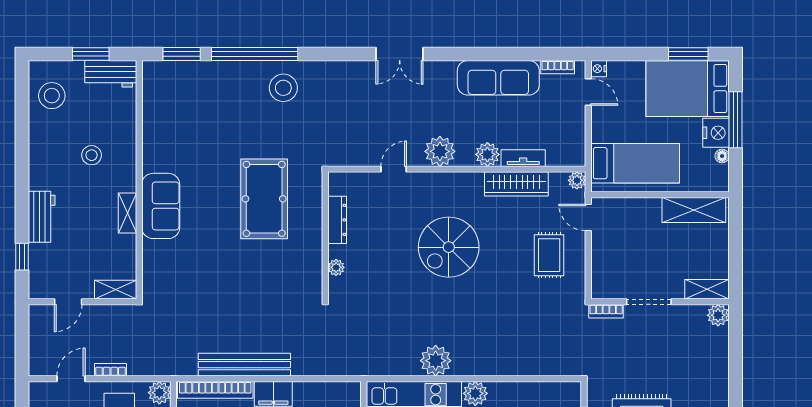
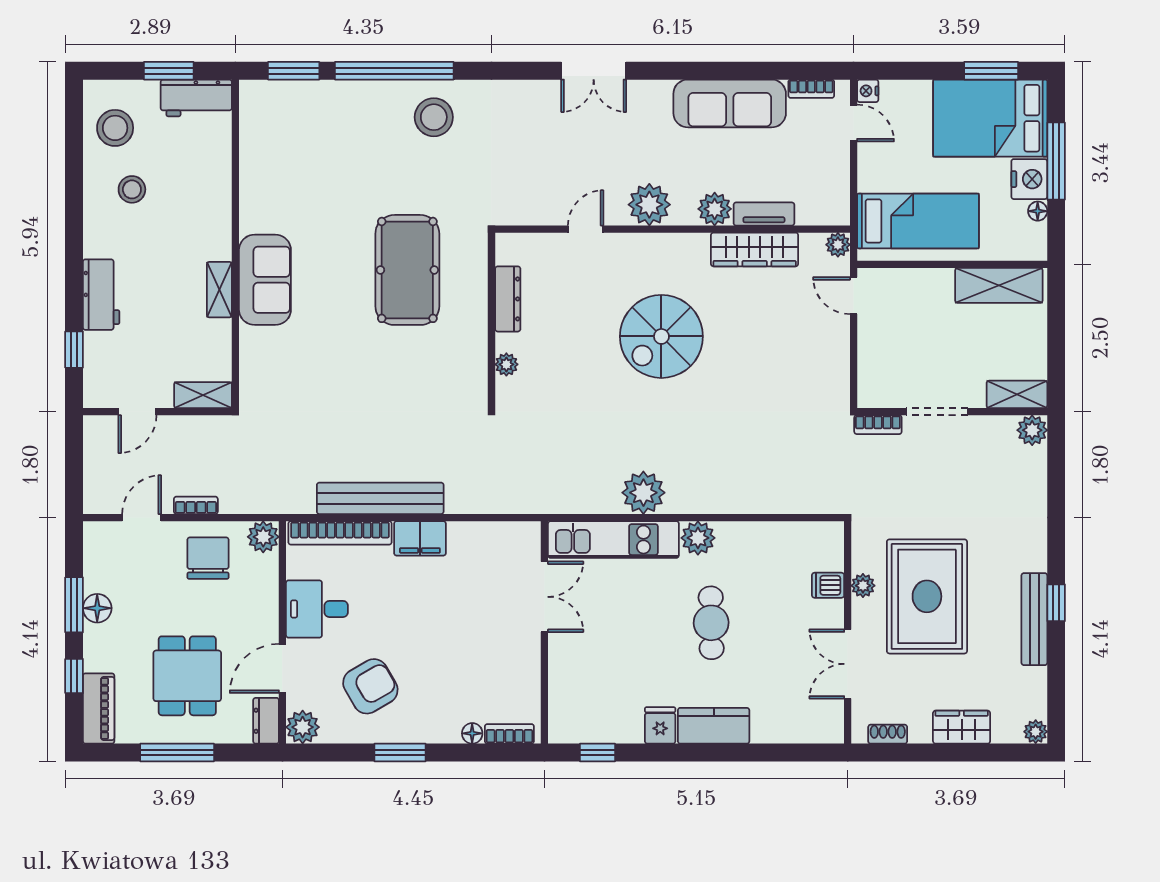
stool: (92, 155) -> (132, 189), moved
rug: (549, 255) -> (800, 348), removed

